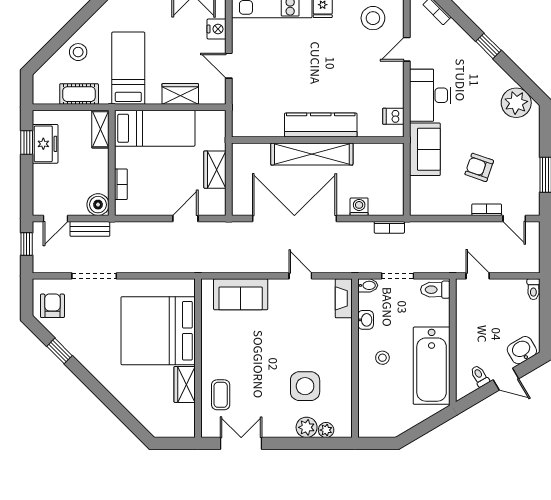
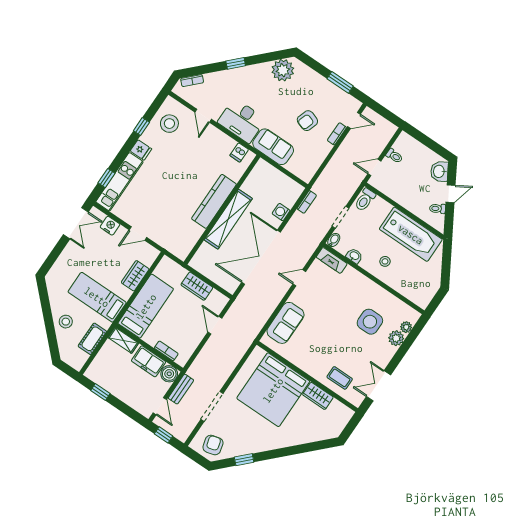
freezer: (45, 144) -> (149, 361), moved, turned 180
toilet: (533, 289) -> (394, 156), moved
armchair: (52, 306) -> (213, 445), turned 75

